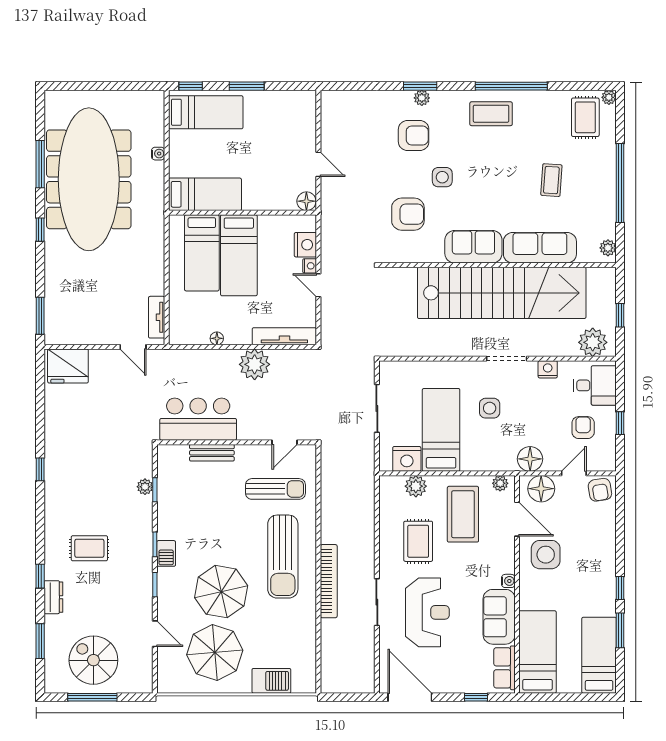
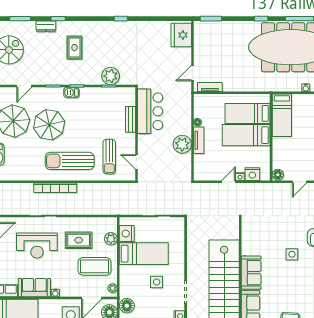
armchair: (408, 214) -> (270, 234), removed
tv unit: (284, 336) -> (199, 140), moved, width x0.71
plant: (145, 487) -> (111, 76), width x1.87, depth x1.87

